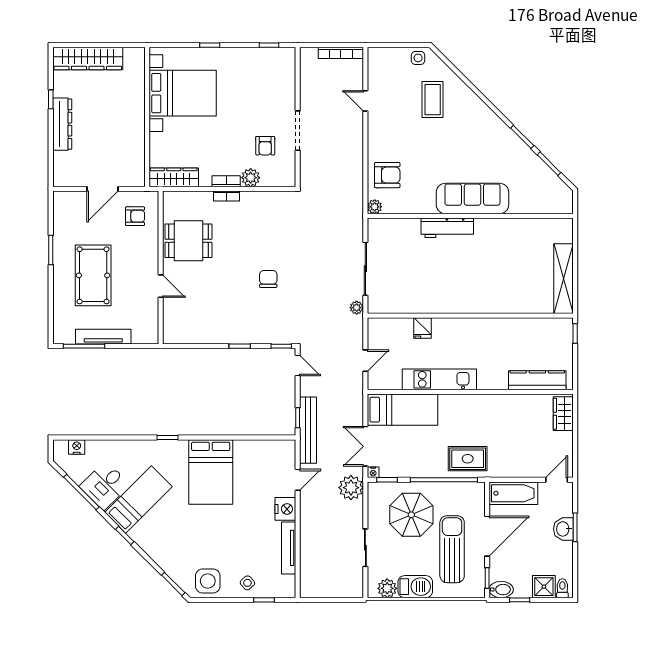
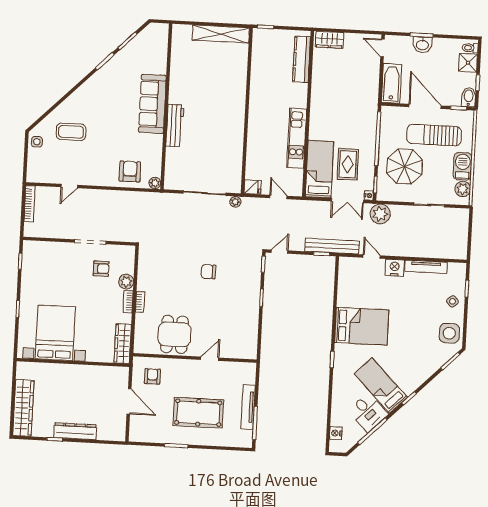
fridge: (422, 328) -> (253, 187), moved
rug: (468, 459) -> (348, 164), moved

